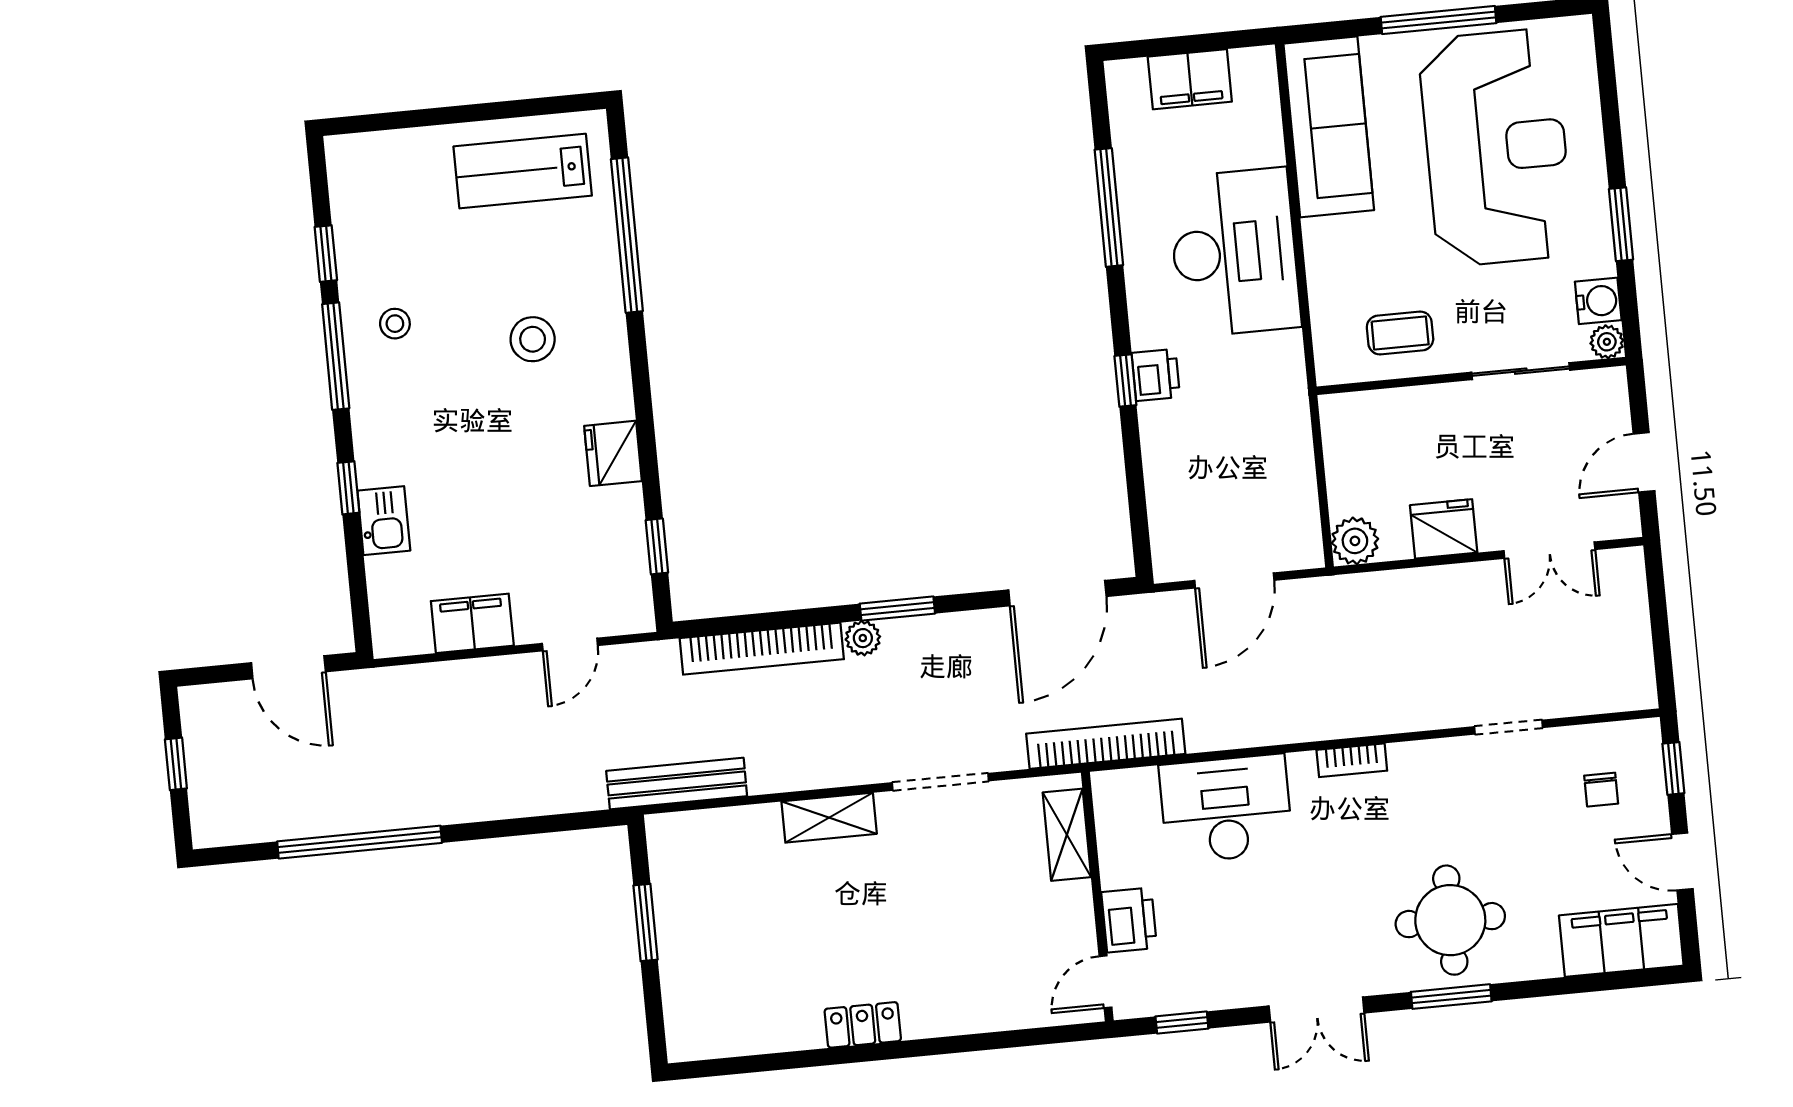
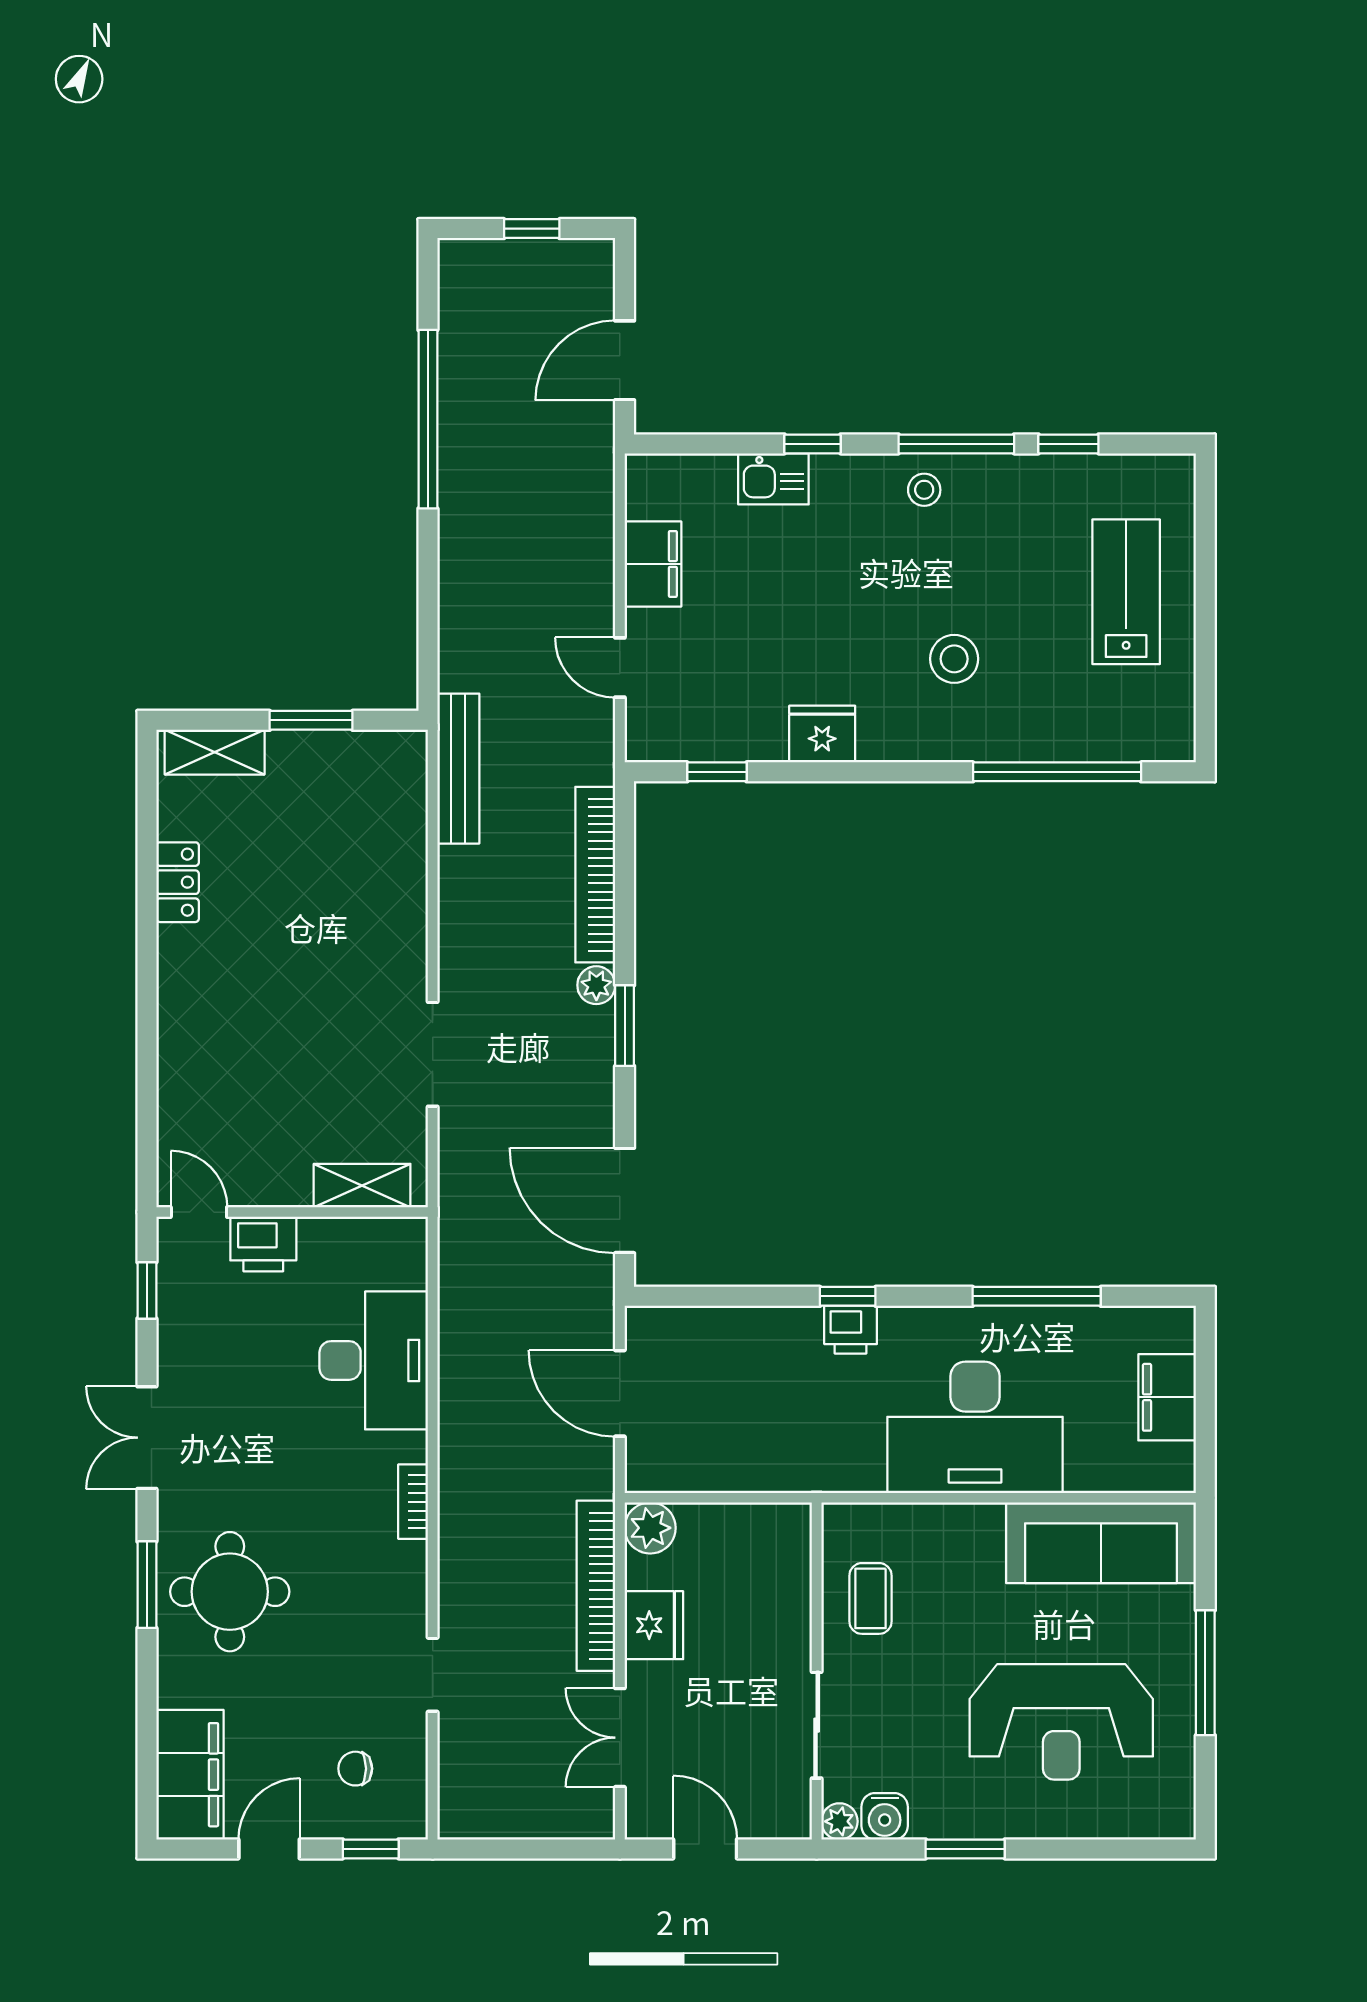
reception desk: (1496, 147) -> (1061, 1722), width x0.74, depth x0.77
lab bench: (523, 171) -> (1126, 592), moved
stool: (395, 324) -> (924, 490), moved
bookcase: (1106, 744) -> (596, 1586), moved, turned 180
shelving: (829, 818) -> (215, 752), moved, turned 90
locker: (863, 1025) -> (178, 882), moved

